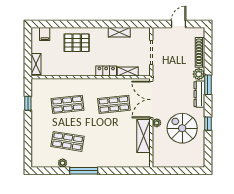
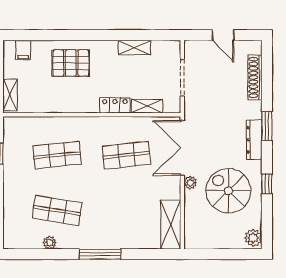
door: (179, 24) -> (223, 35), swing flipped
plant: (199, 74) -> (253, 238), moved
shelving: (144, 136) -> (171, 224), moved
window: (84, 171) -> (100, 254), moved

